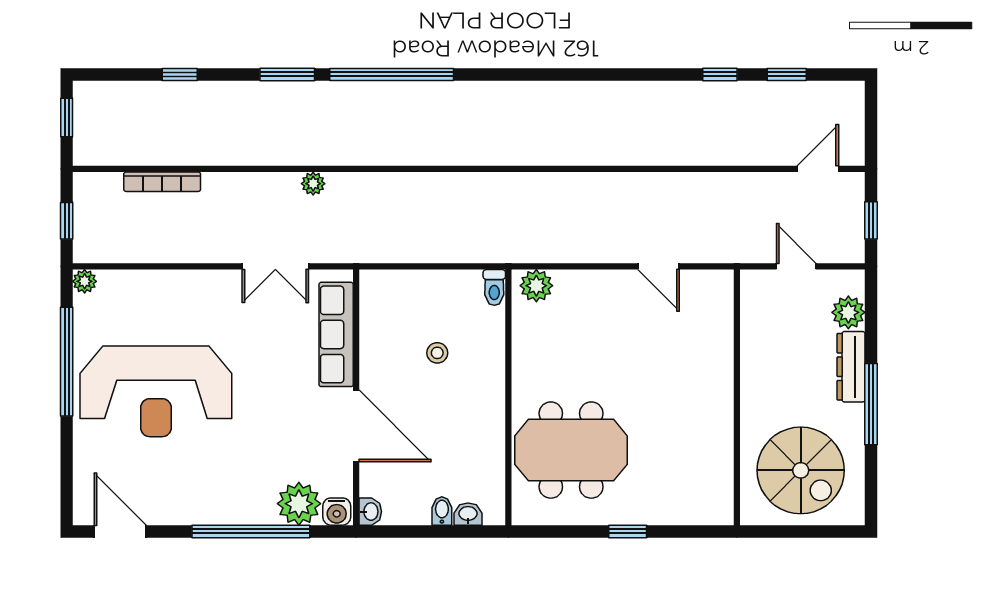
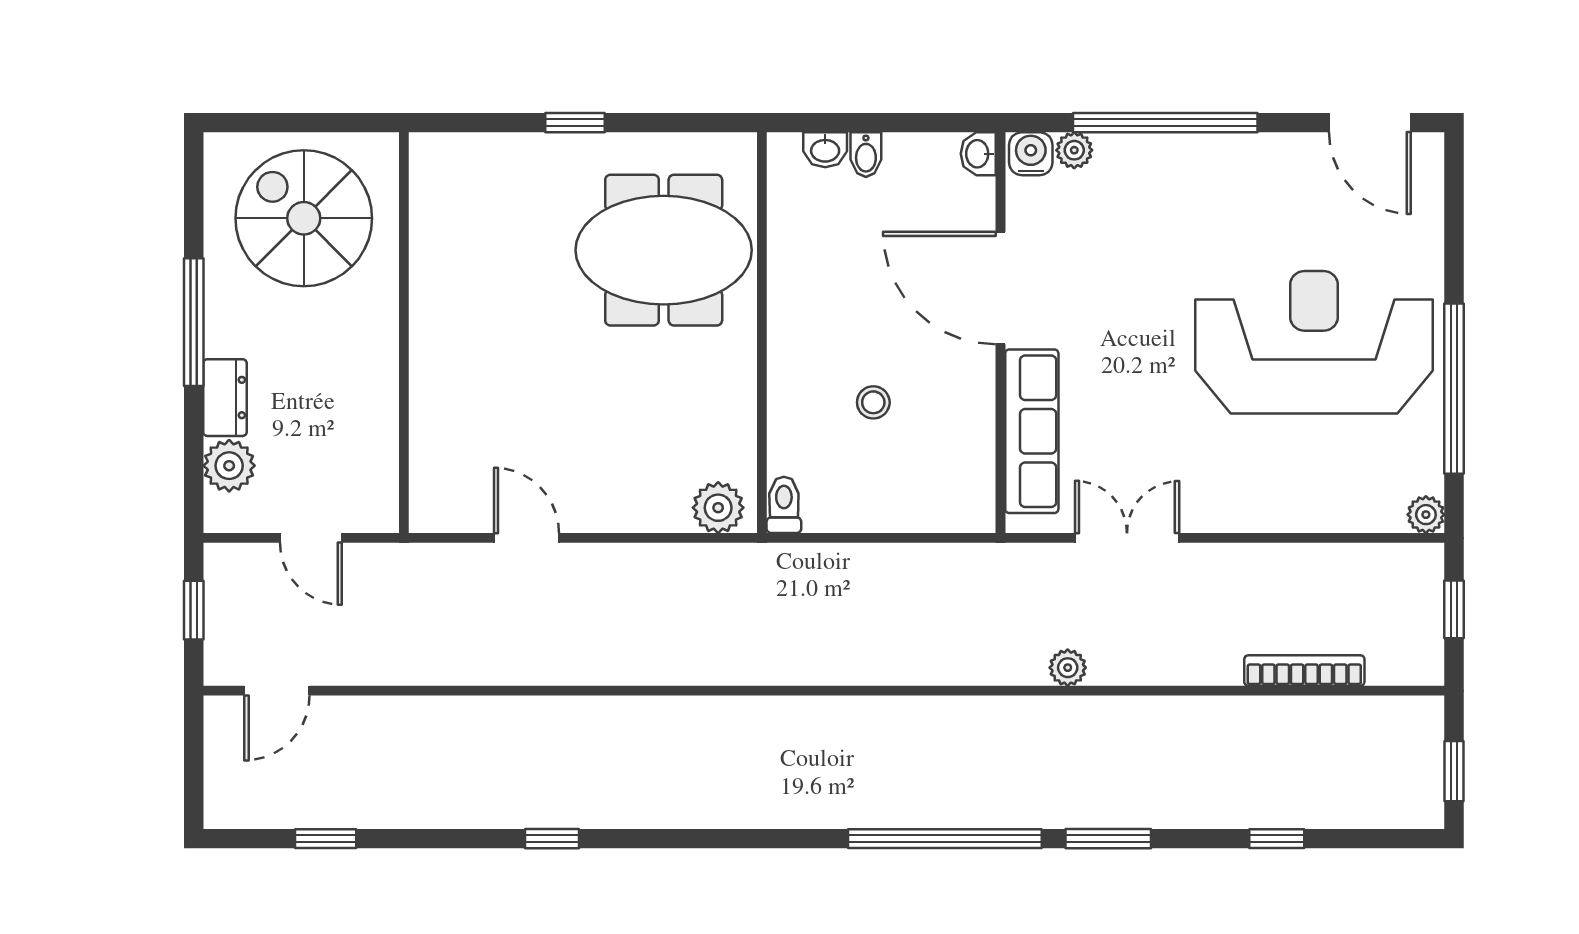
window: (720, 74) -> (552, 839), moved
dresser: (851, 367) -> (225, 398), width x0.70
plant: (299, 504) -> (1074, 150), width x0.53, depth x0.53

